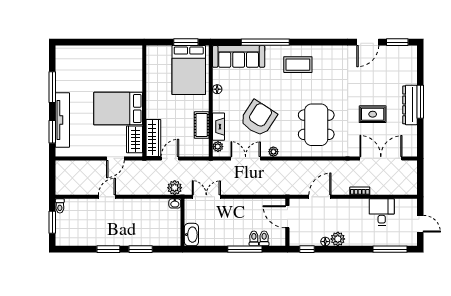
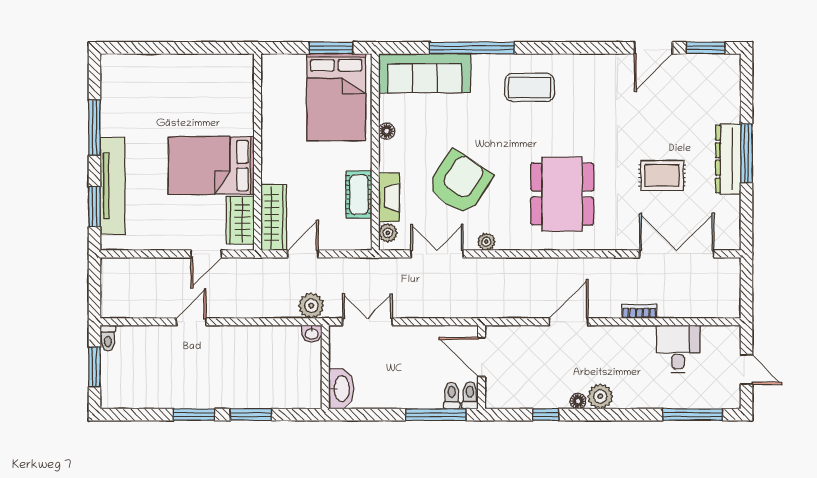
door: (287, 217) -> (482, 357), moved
wall: (287, 222) -> (482, 367), moved

